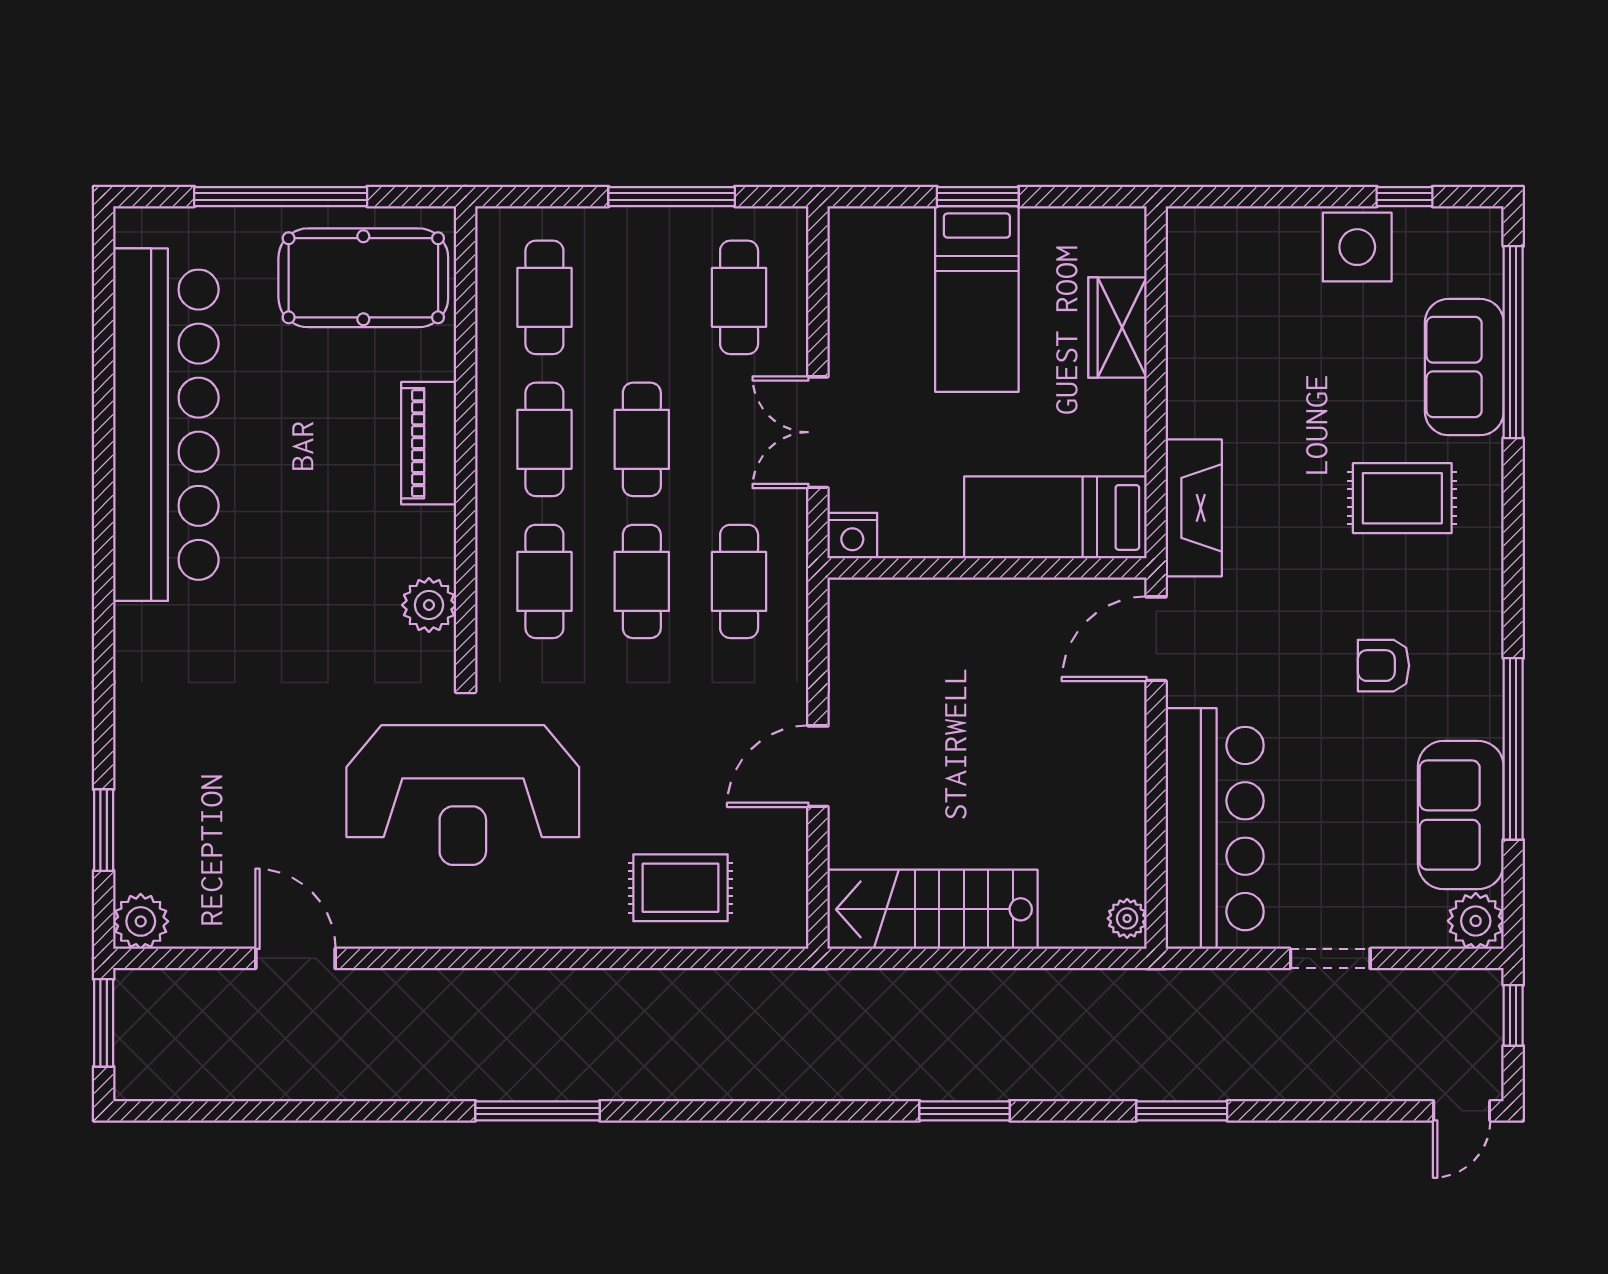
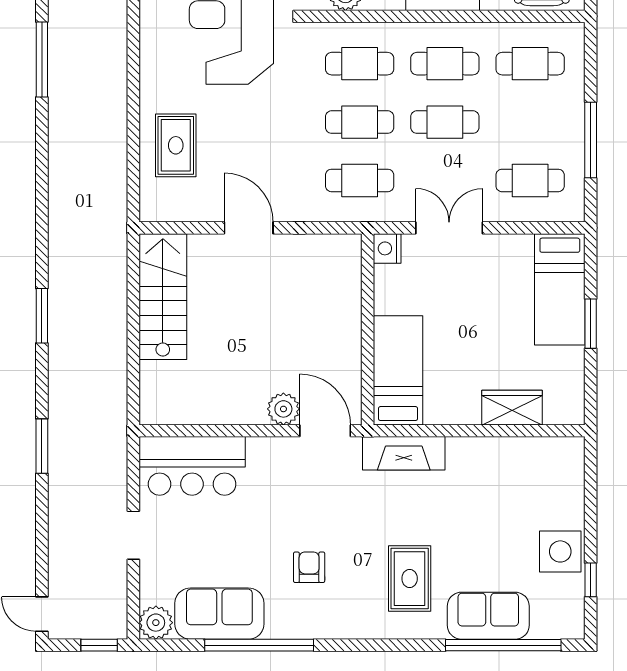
bed: (977, 299) -> (560, 289), moved, turned -90
bar counter: (1215, 829) -> (192, 466), width x0.73
plant: (1127, 918) -> (283, 409), moved, width x1.38, depth x1.38

